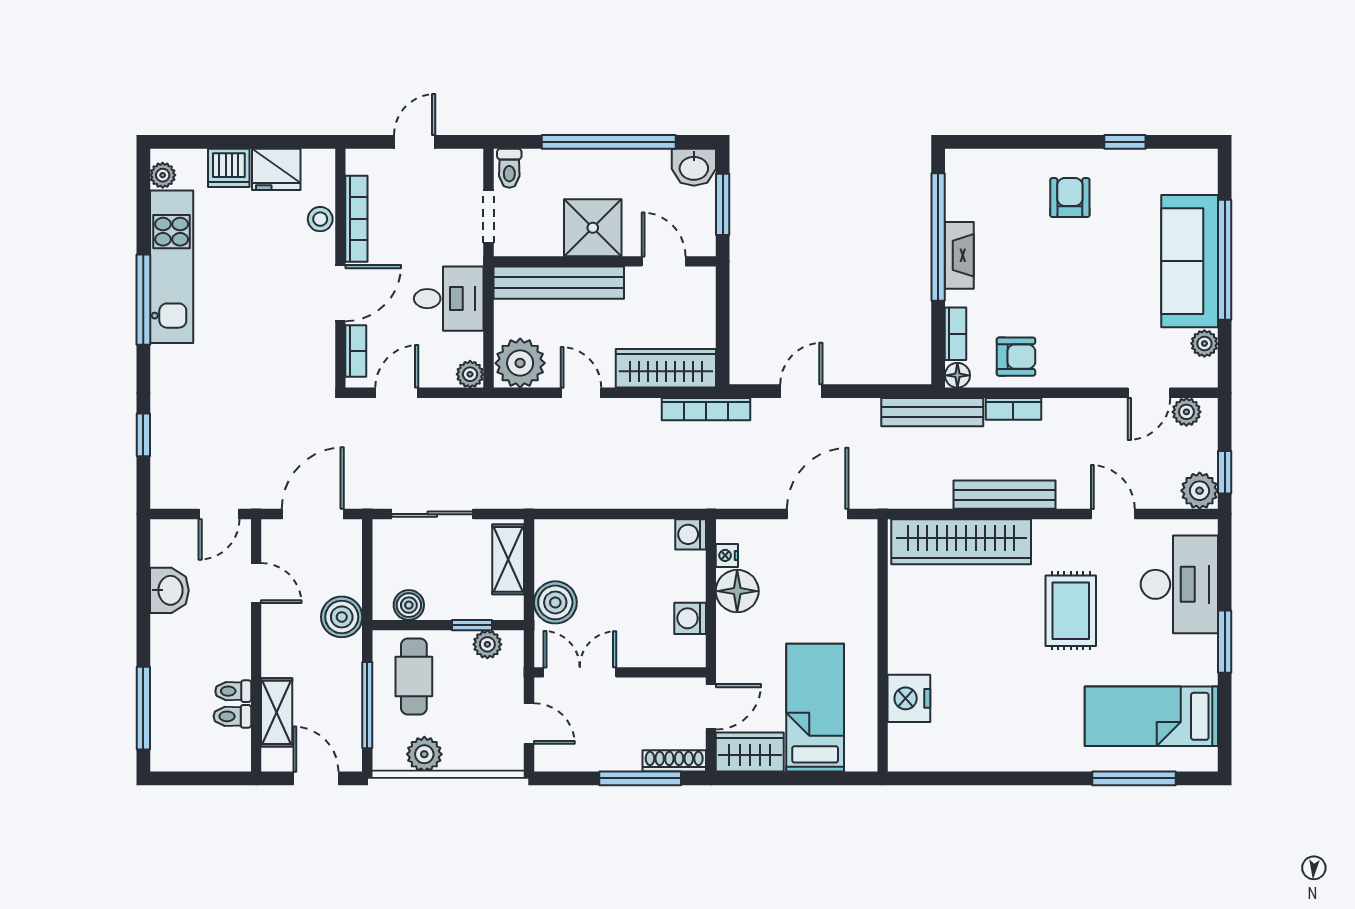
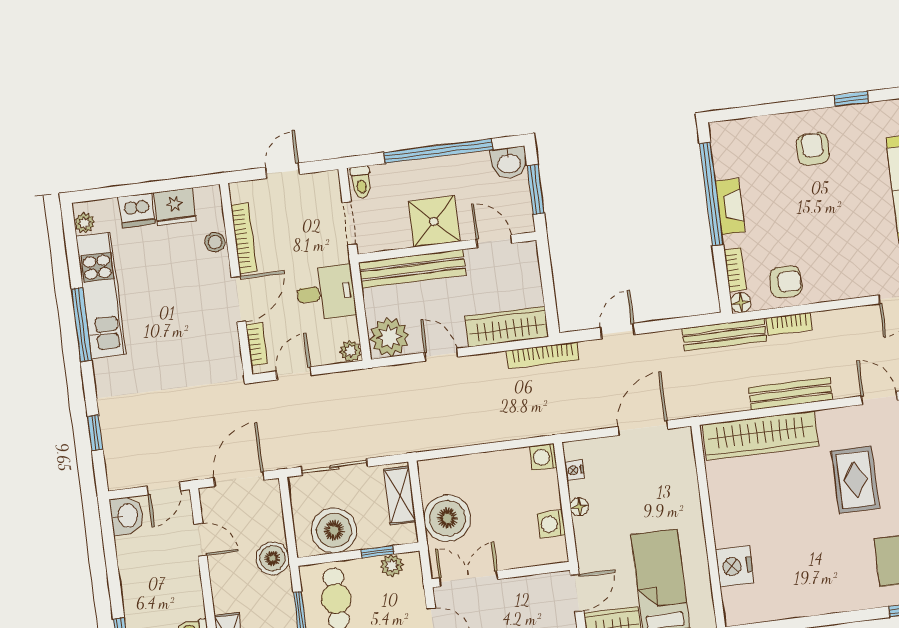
washbasin: (169, 590) -> (127, 516), moved
floor lamp: (737, 591) -> (579, 507), width x0.53, depth x0.53
boiler: (555, 602) -> (447, 518), width x1.37, depth x1.37
boiler: (409, 605) -> (334, 530), width x1.86, depth x1.86

